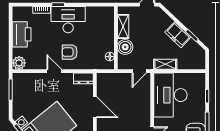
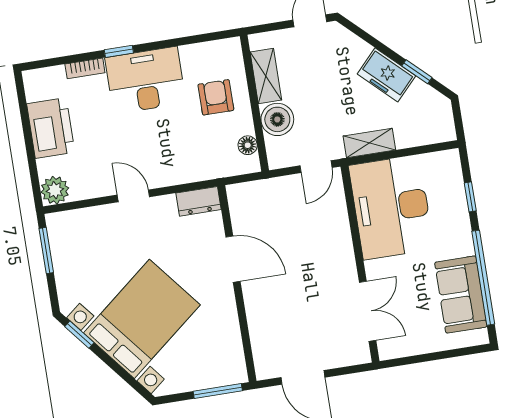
armchair: (70, 52) -> (216, 97), moved, turned 90

